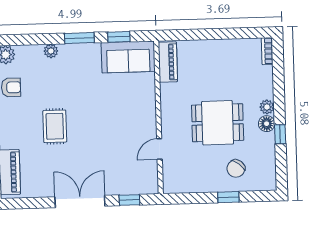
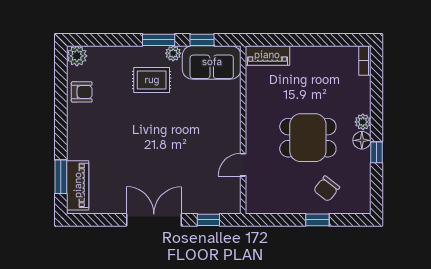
plant: (51, 51) -> (173, 53), moved
piano: (168, 62) -> (267, 55), moved, turned 90
rug: (55, 126) -> (152, 80), moved, turned 90

